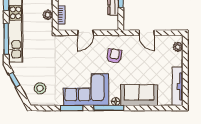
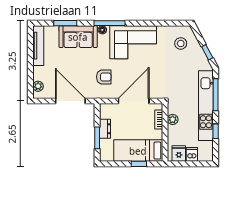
door: (85, 33) -> (134, 101), width x1.87
door: (147, 33) -> (70, 101), width x1.88
armchair: (114, 56) -> (104, 77), turned -98
window: (72, 108) -> (65, 23), moved

